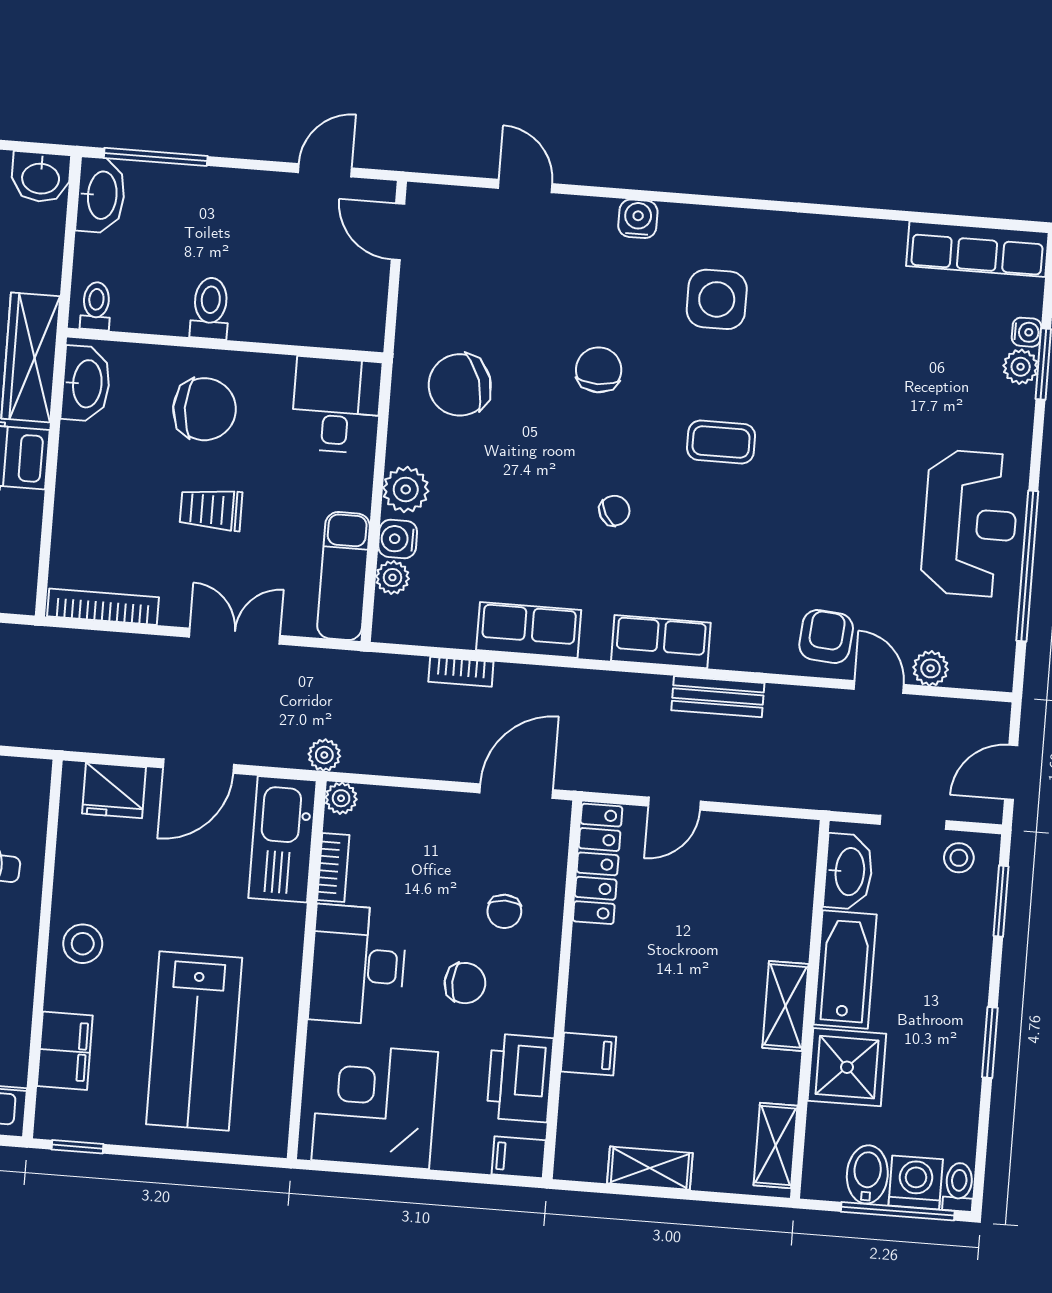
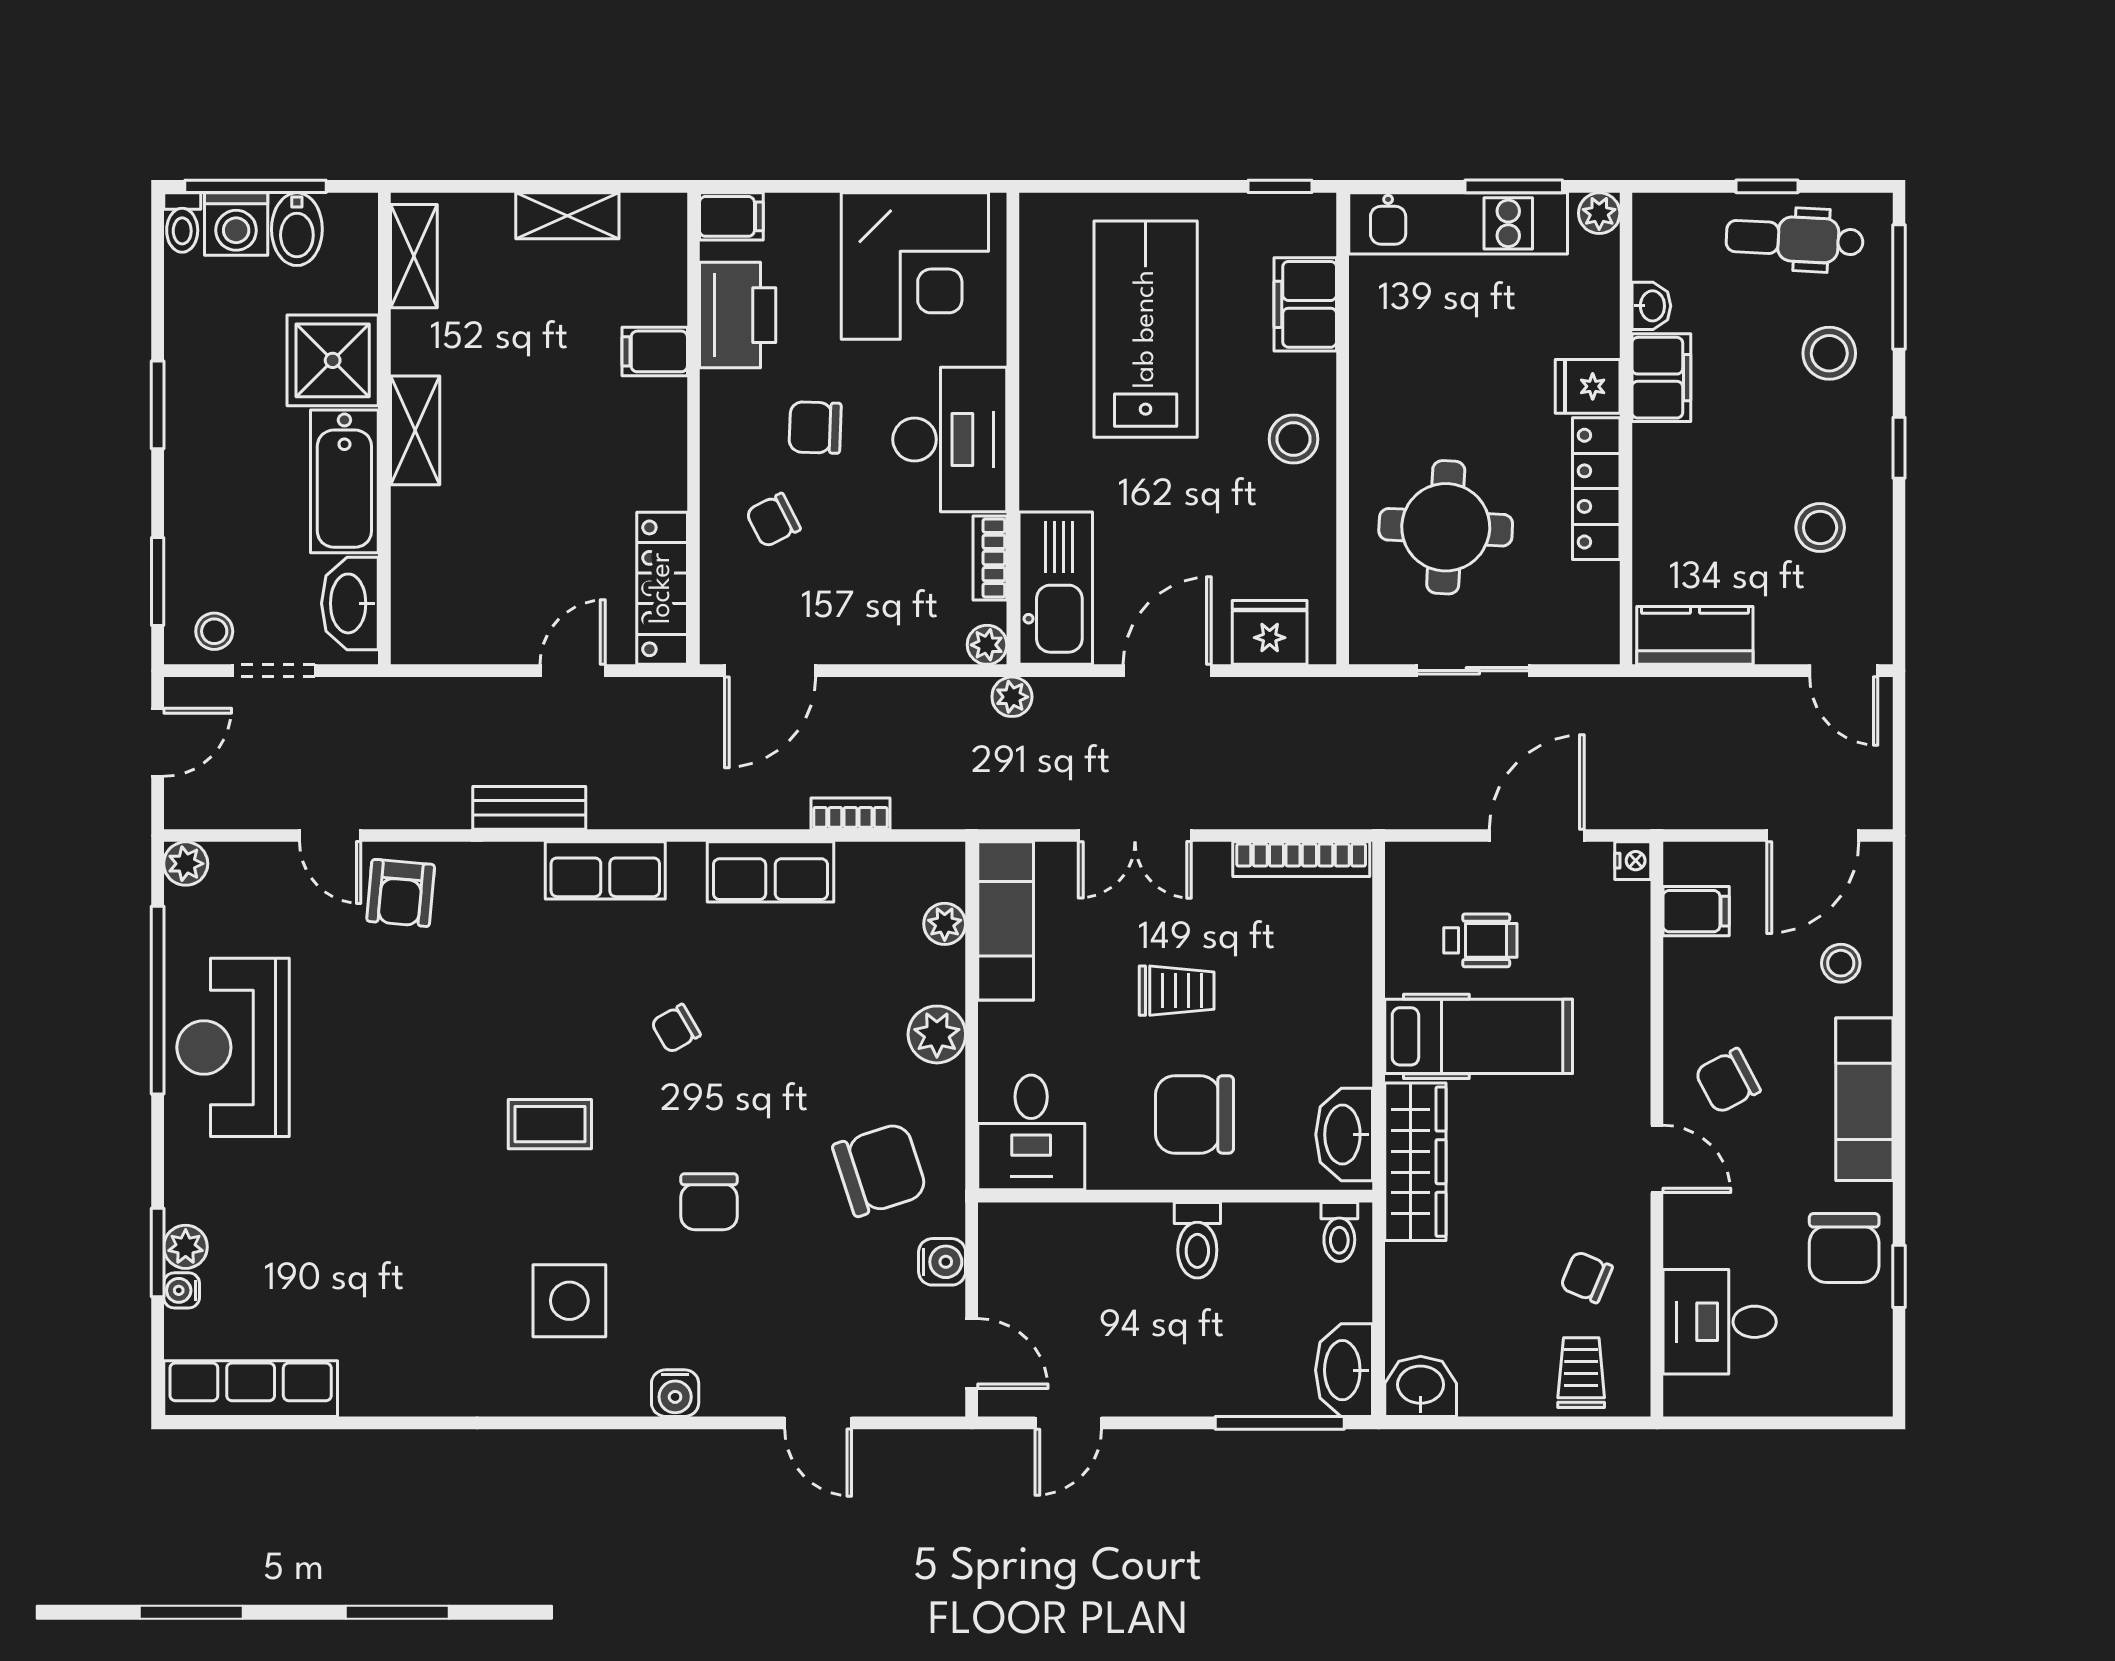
water cooler: (398, 539) -> (942, 1262), moved
plant: (931, 668) -> (186, 864), moved
chair: (504, 911) -> (773, 520), turned -117

